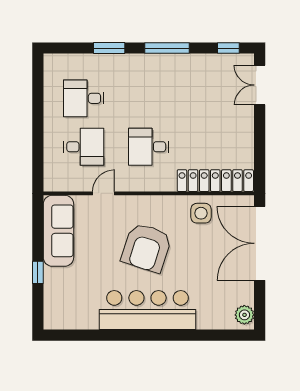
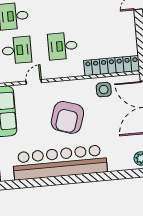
bar counter: (147, 310) -> (60, 162), width x1.36

